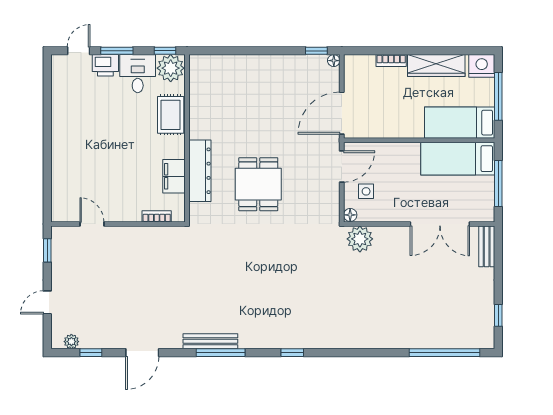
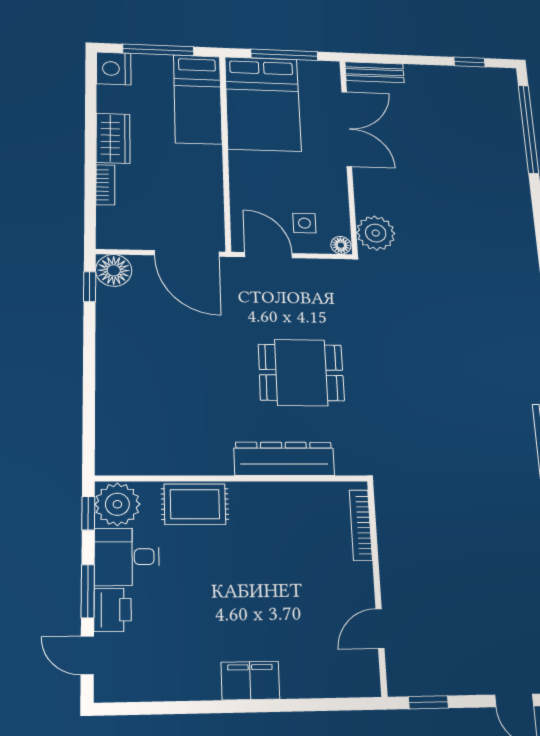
floor lamp: (334, 61) -> (114, 270), width x1.89, depth x1.89
wardrobe: (436, 66) -> (113, 138), width x0.67
bed: (458, 159) -> (263, 104), width x1.50
filing cabinet: (174, 176) -> (250, 680), moved, turned 180
bookcase: (157, 216) -> (361, 525), width x1.56

